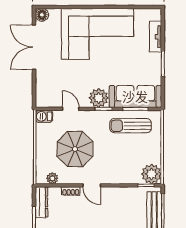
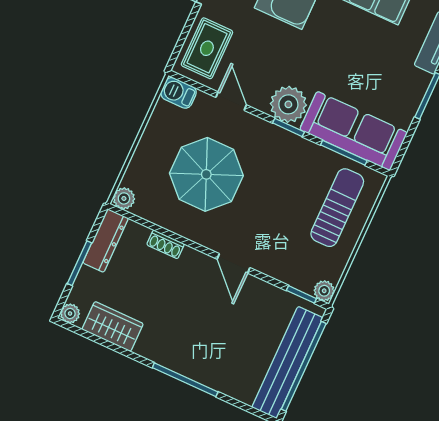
rug: (48, 89) -> (207, 48), added
sun lounger: (131, 126) -> (337, 208), moved, turned 90
plant: (151, 174) -> (324, 291), width x0.53, depth x0.53
plant: (52, 178) -> (124, 198), moved
door: (92, 185) -> (233, 263), moved

